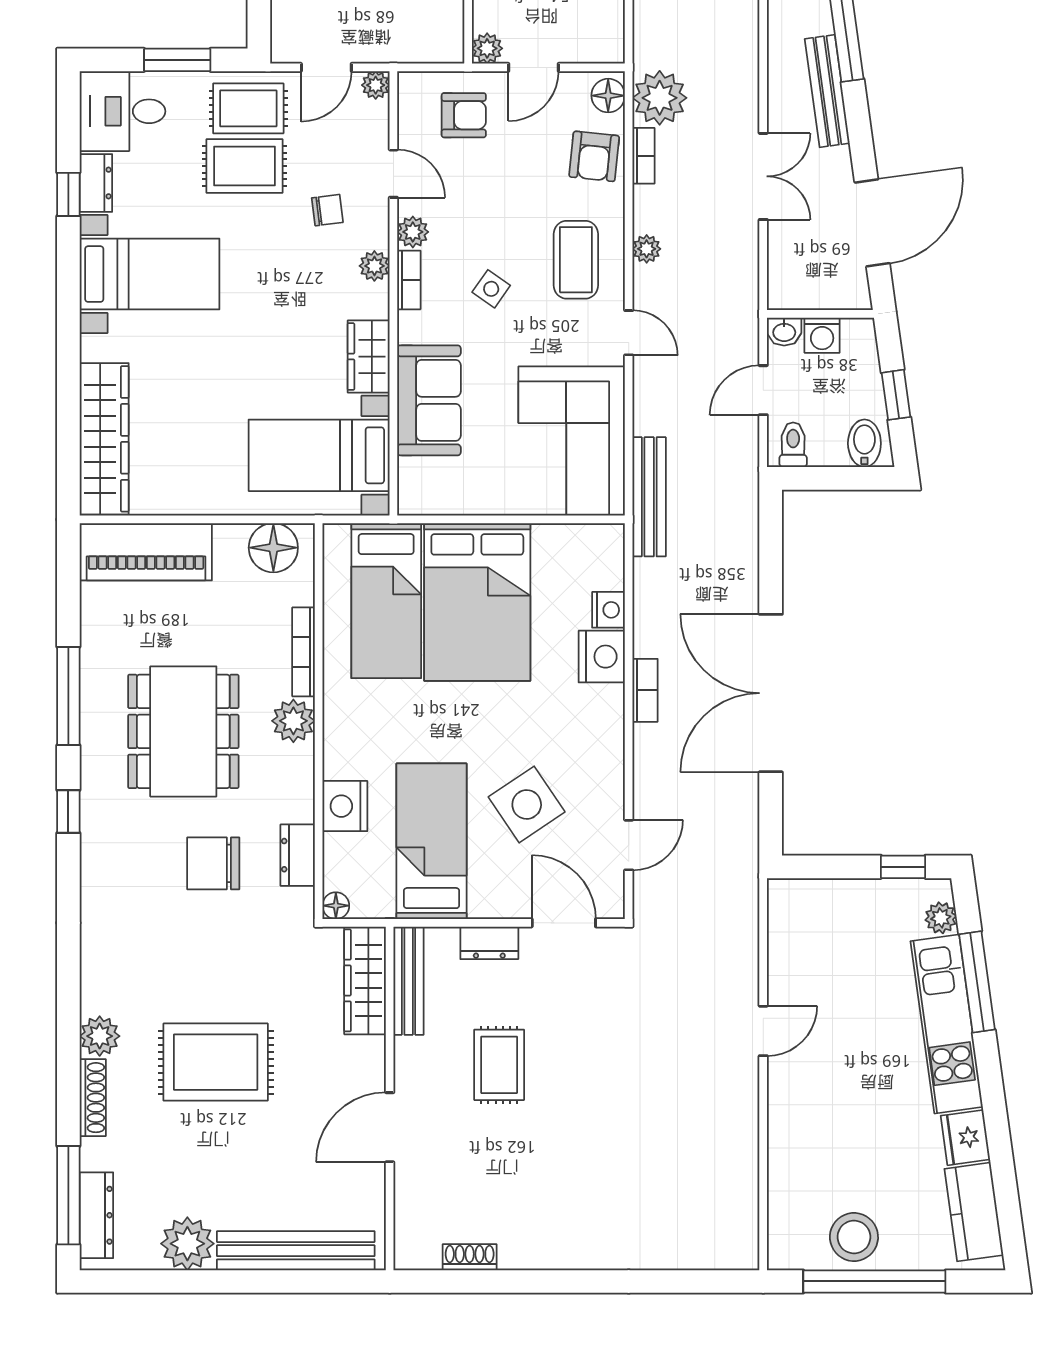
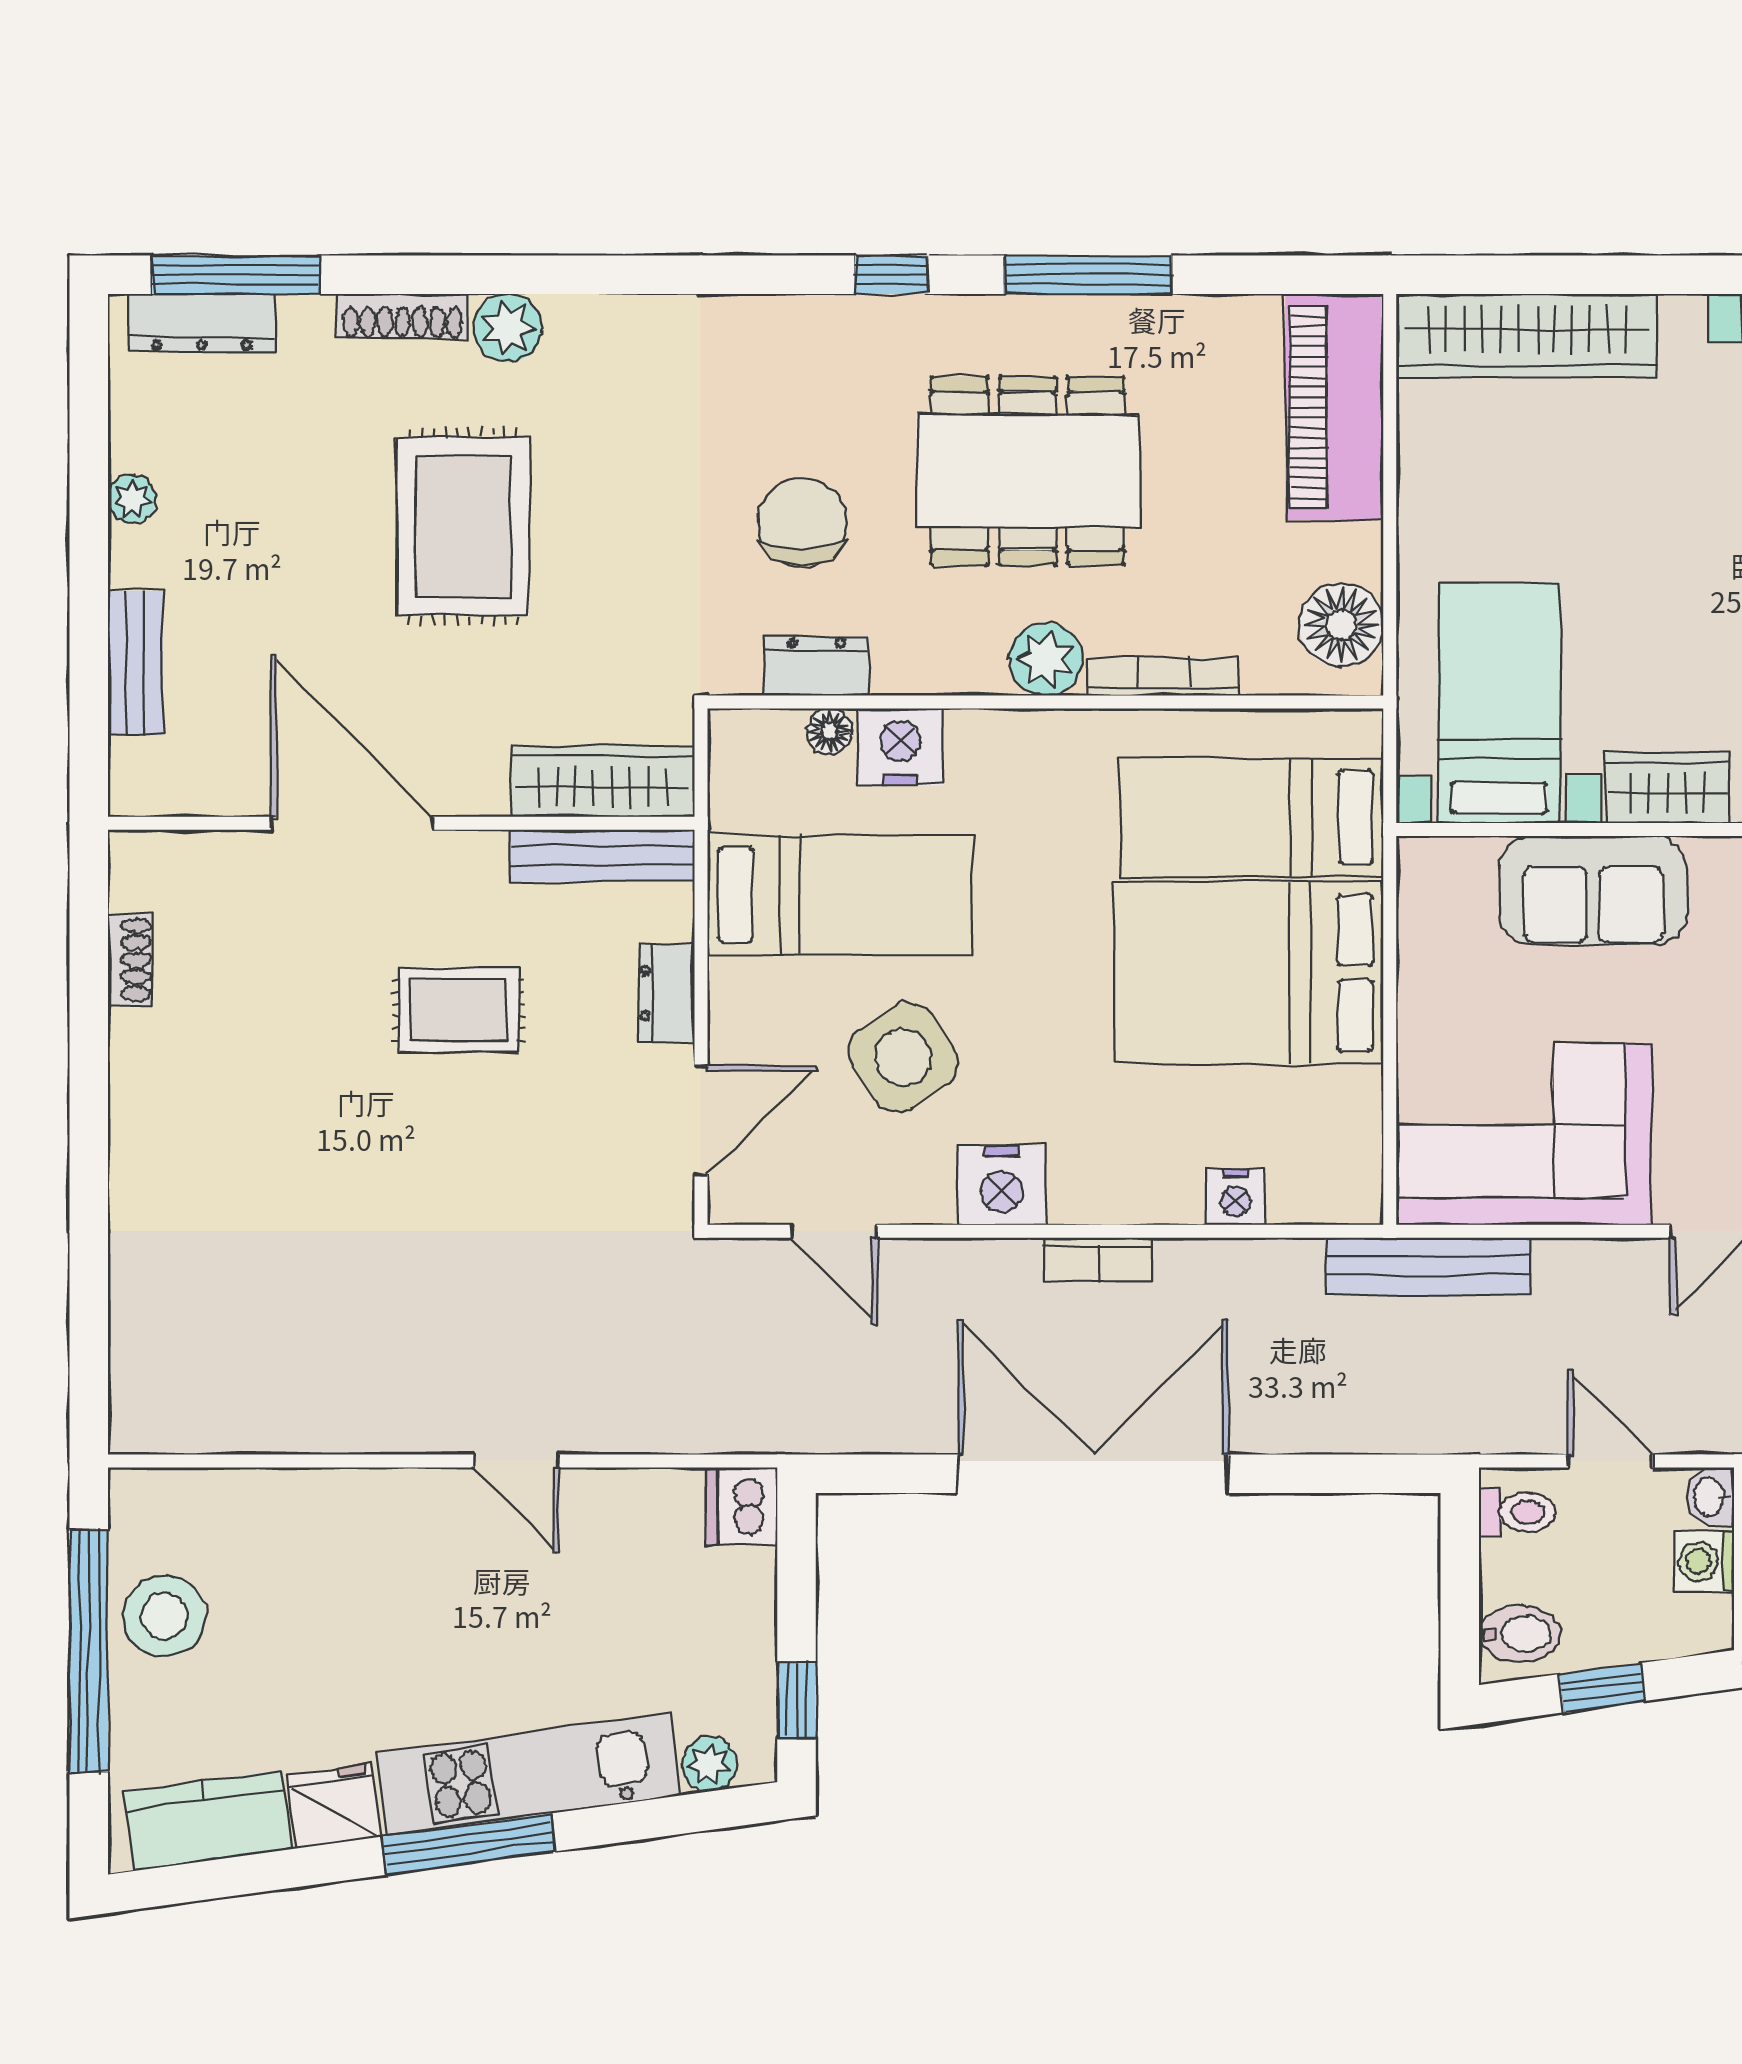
nightstand: (602, 657) -> (1001, 1185), moved
dishwasher: (789, 899) -> (742, 1506), added
floor lamp: (336, 906) -> (829, 731), moved
window: (977, 982) -> (469, 1844), moved
door: (390, 1127) -> (352, 823), width x1.36
plant: (187, 1244) -> (132, 499), width x0.53, depth x0.53
bench: (296, 1251) -> (135, 663), width x0.54, depth x0.82

